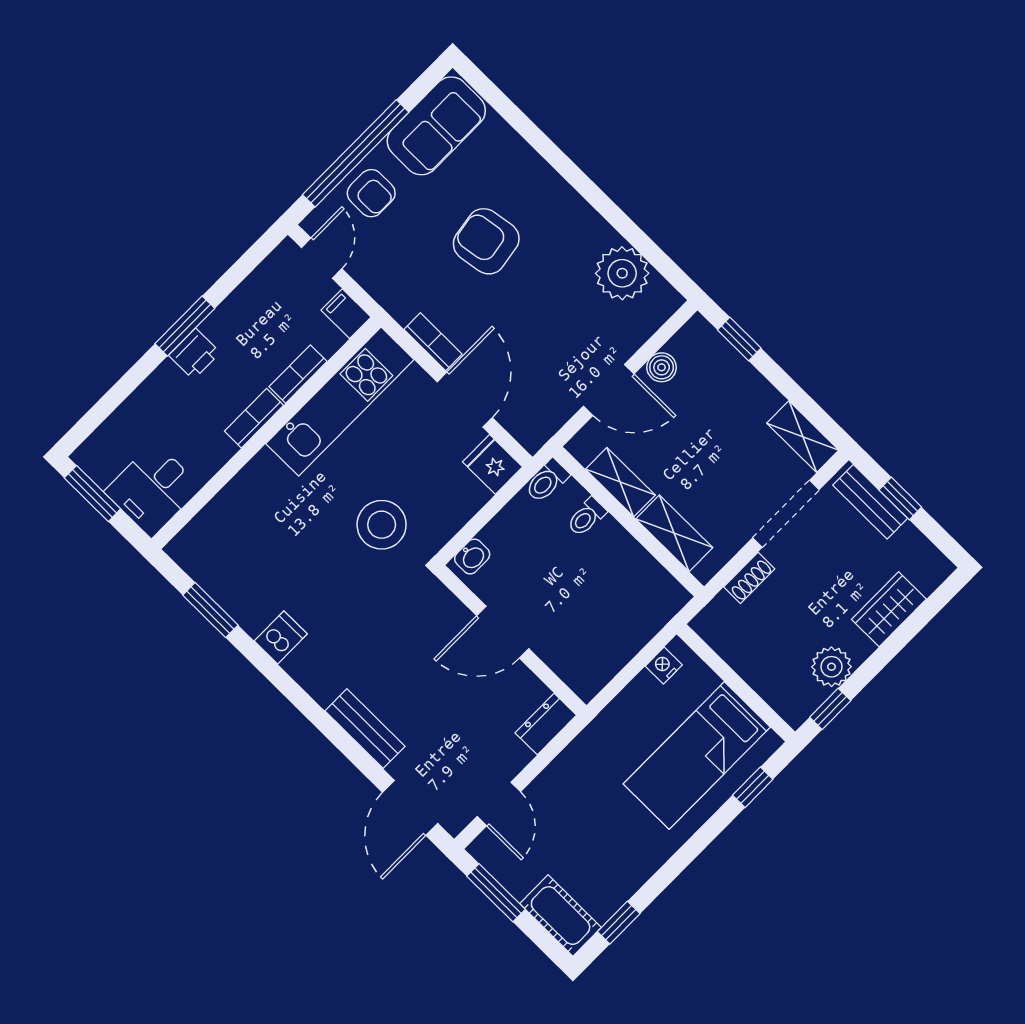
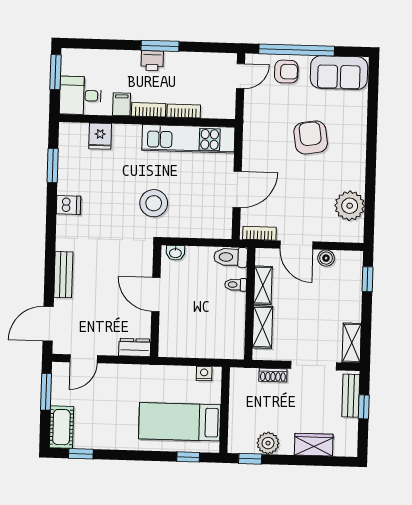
armchair: (371, 193) -> (286, 72), turned -90
filing cabinet: (346, 314) -> (122, 104), moved
bookcase: (433, 342) -> (259, 233), moved, turned -90
fridge: (493, 464) -> (100, 136), moved, turned 180
toilet: (547, 481) -> (231, 257), width x1.37, depth x1.39

